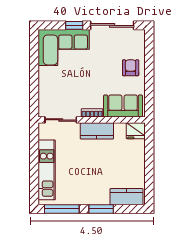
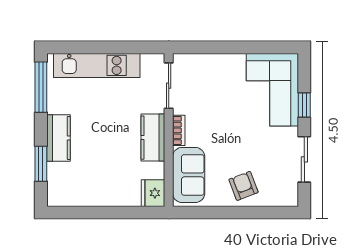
sliding door: (112, 25) -> (304, 159), width x0.73
armchair: (131, 68) -> (244, 186), turned -111
kitchen counter: (126, 197) -> (58, 138), moved
window: (101, 209) -> (41, 164), moved

